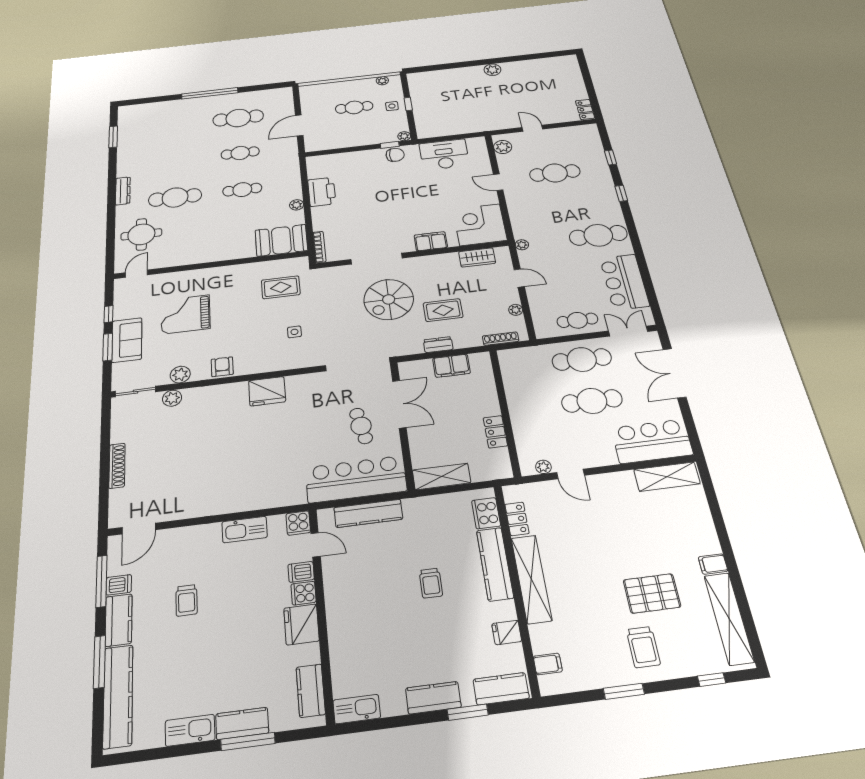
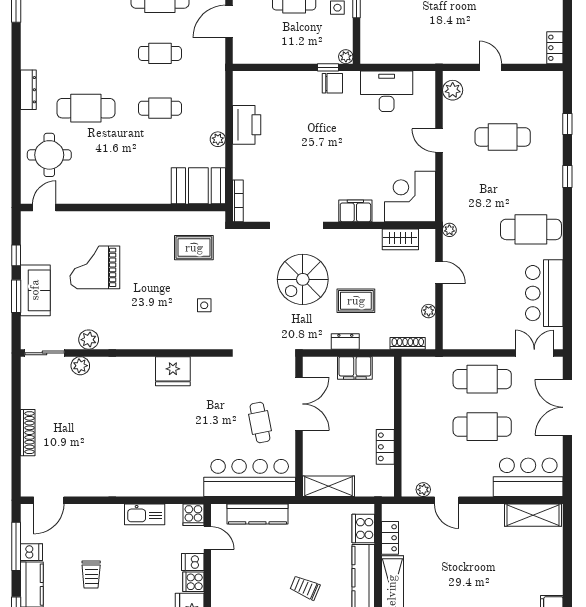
cafe table: (577, 320) -> (487, 333), removed
armchair: (222, 367) -> (130, 336), removed
trolley: (431, 583) -> (305, 588), turned 113

